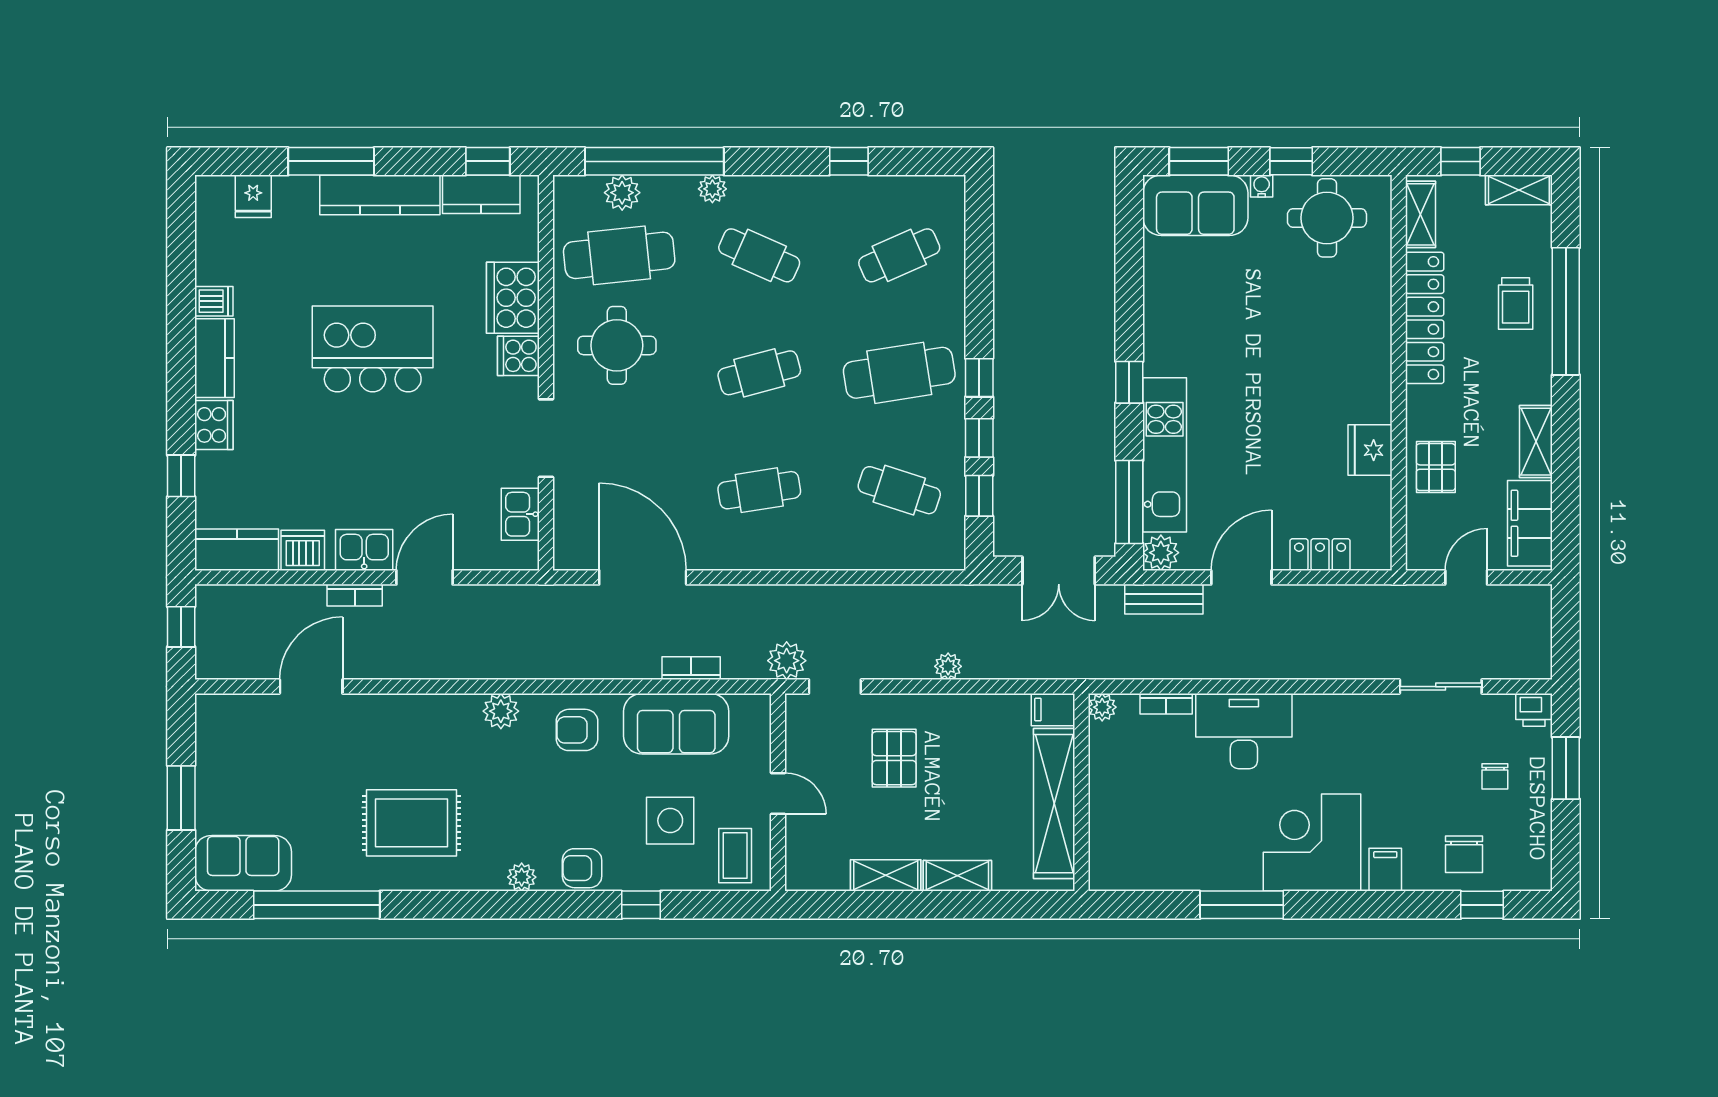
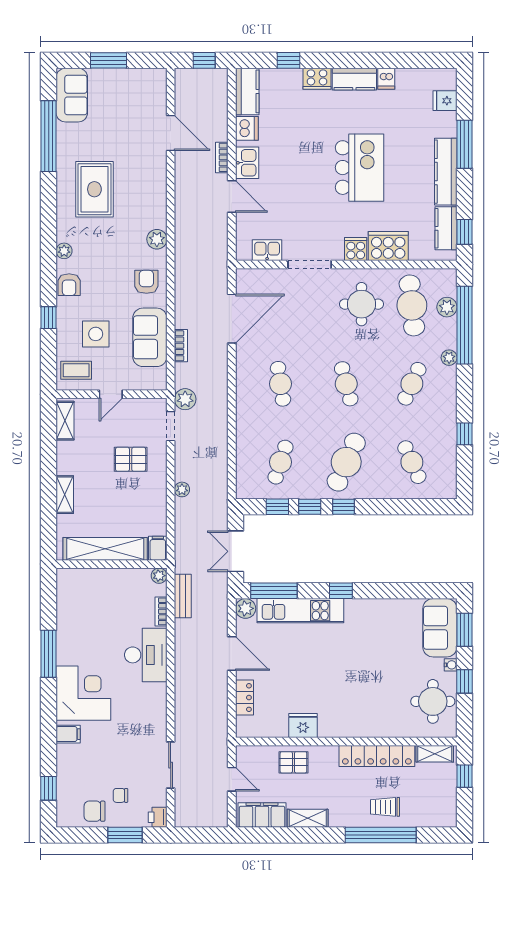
shelving: (1519, 190) -> (448, 809), removed
cafe table: (899, 373) -> (346, 462), turned 33
bench: (1164, 599) -> (183, 596), moved
chair: (1464, 854) -> (95, 811), moved
armchair: (582, 868) -> (69, 285), turned 180
shelving: (886, 875) -> (65, 421), moved

